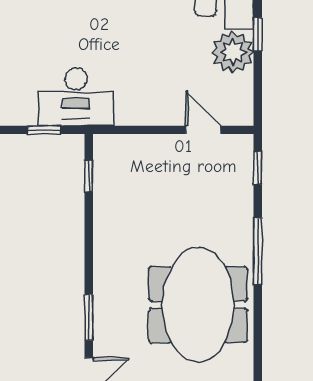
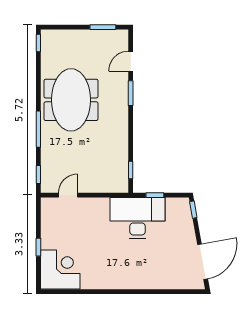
plant: (233, 52) -> (52, 237), removed
desk: (76, 97) -> (137, 218), width x1.36, depth x1.30
door: (203, 130) -> (68, 195), swing flipped

